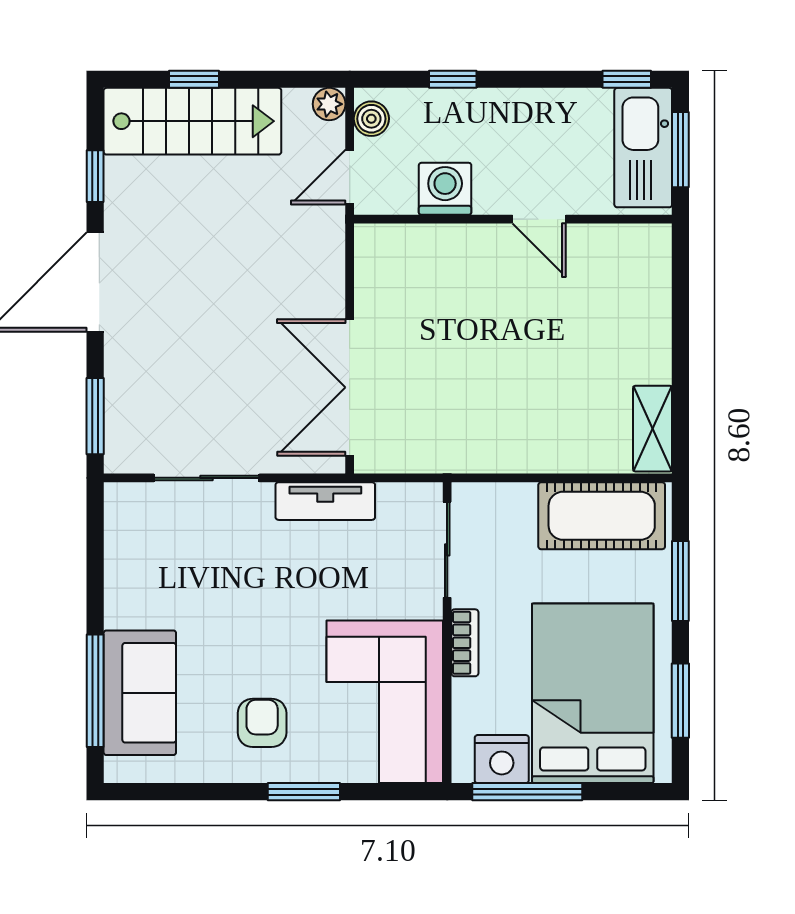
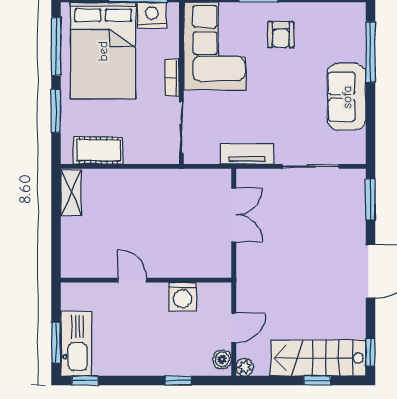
window: (95, 176) -> (370, 352), moved
washing machine: (445, 189) -> (183, 297), moved
wall: (513, 219) -> (146, 280), moved
door: (539, 219) -> (132, 280), moved
double door: (350, 387) -> (234, 215), width x0.73
cot: (602, 516) -> (98, 151), width x0.73, depth x0.75
sofa: (140, 693) -> (347, 97), moved
window: (680, 701) -> (56, 47), width x1.44

